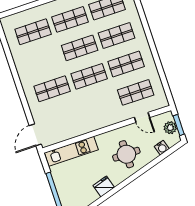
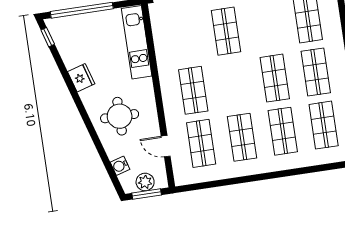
shop shelf: (89, 76) -> (193, 90), moved
door: (142, 117) -> (166, 146), hinge flipped

